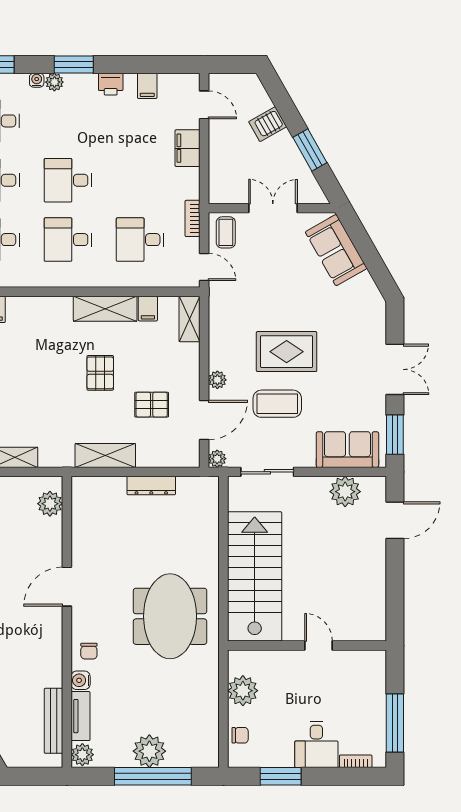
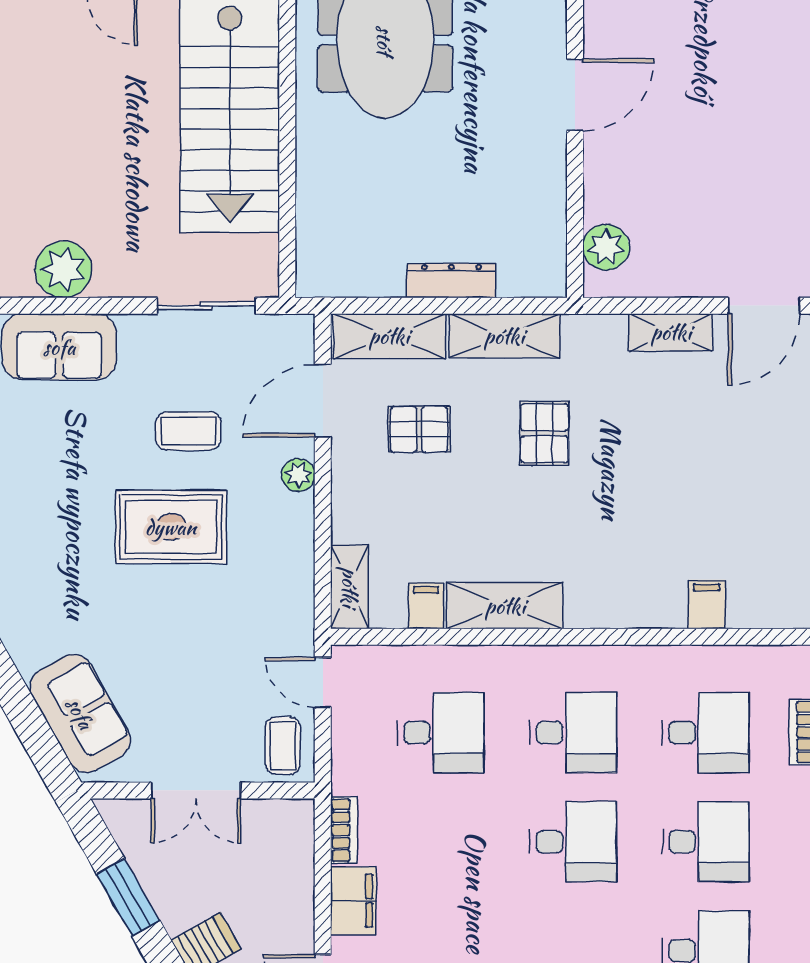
bookcase: (192, 218) -> (344, 830), moved
pallet: (100, 373) -> (544, 433), moved
coffee table: (277, 404) -> (188, 431), width x0.73, depth x0.77
shelving: (168, 455) -> (389, 336), added
plant: (217, 459) -> (299, 330), removed
dresser: (151, 486) -> (451, 281), moved

